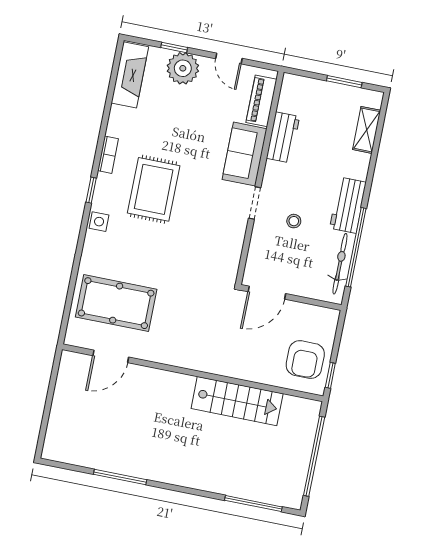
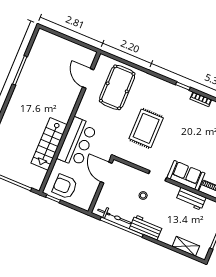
rug: (154, 189) -> (146, 128), moved, turned 90
side table: (99, 222) -> (165, 87), removed
bar counter: (225, 354) -> (77, 142), added

